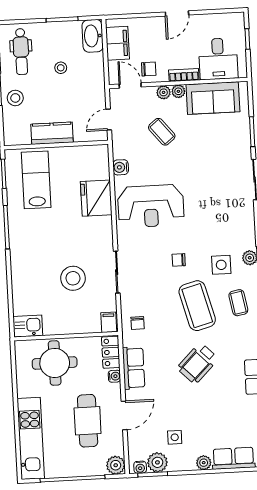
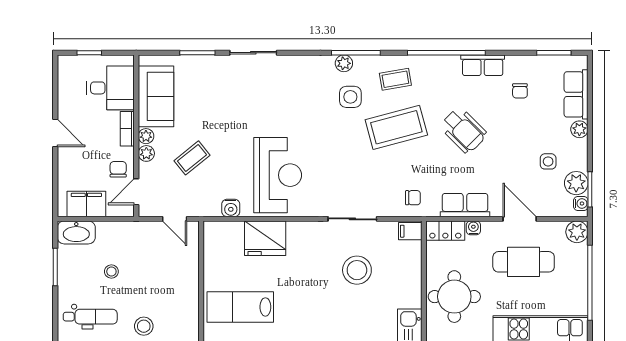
kitchen counter: (52, 133) -> (187, 286), removed
chair: (179, 260) -> (520, 91), moved

